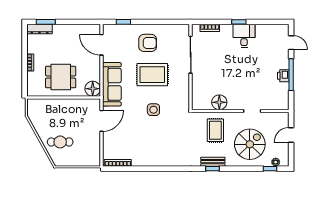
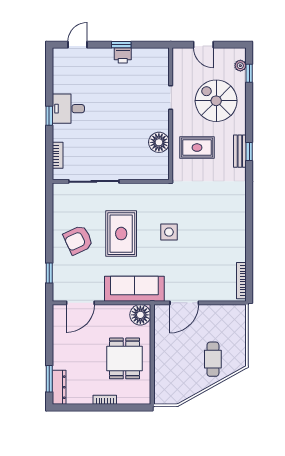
armchair: (148, 43) -> (78, 240), turned -115
window: (291, 75) -> (121, 45), width x0.46
door: (101, 121) -> (184, 303), swing flipped

